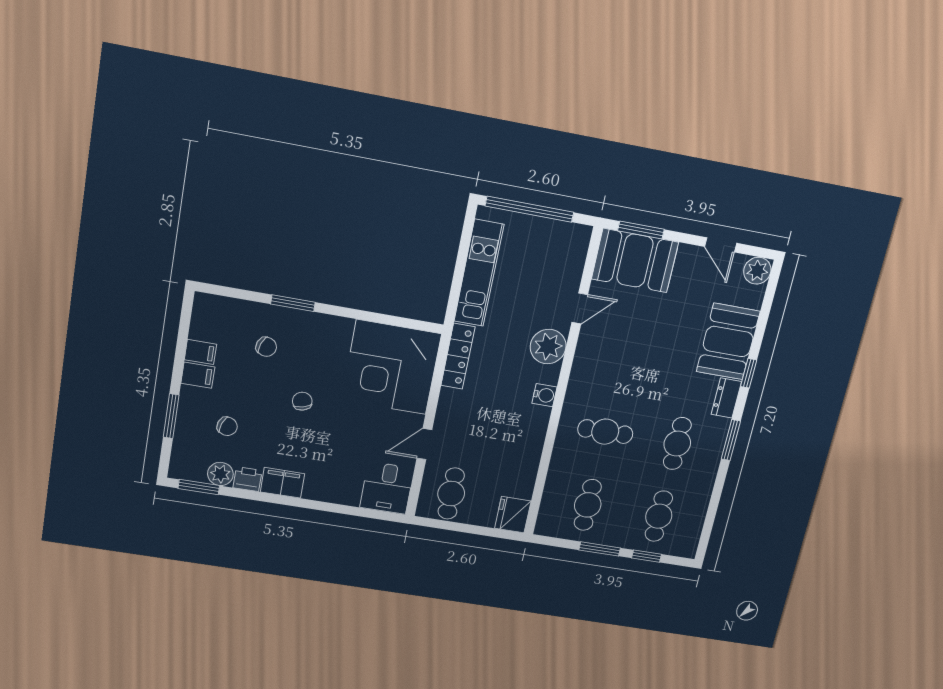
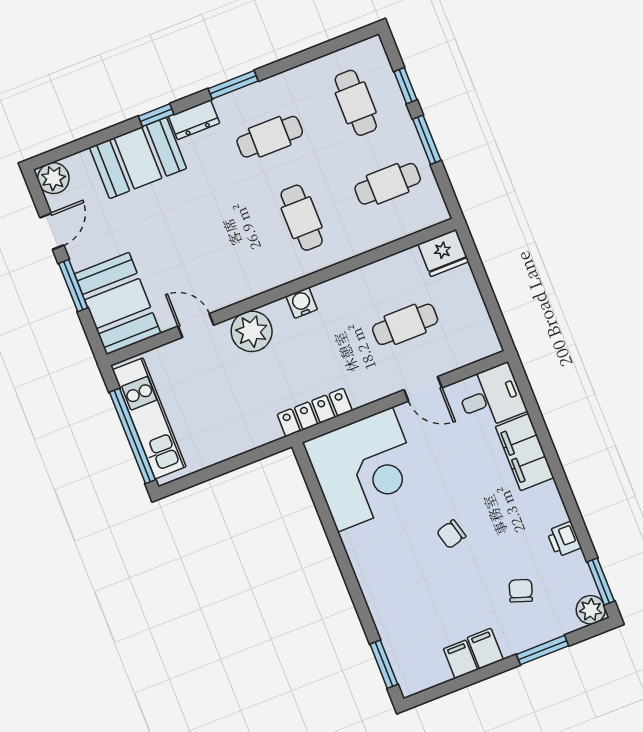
window: (641, 230) -> (73, 286), moved
kitchen unit: (479, 273) -> (149, 418), moved, turned 90
window: (293, 303) -> (384, 664), moved
chair: (266, 347) -> (417, 601), removed
plant: (220, 474) -> (591, 610), moved
filing cabinet: (282, 483) -> (525, 452), moved, width x1.50, depth x1.17
cafe table: (451, 494) -> (405, 324), moved
cafe table: (659, 516) -> (356, 103), turned 90

